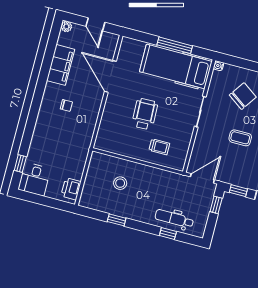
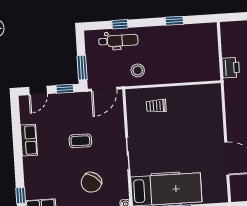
wheelchair: (145, 114) -> (181, 133), removed
stool: (120, 183) -> (138, 70), moved
printer: (71, 189) -> (231, 68), moved
window: (216, 205) -> (82, 68), width x1.50

